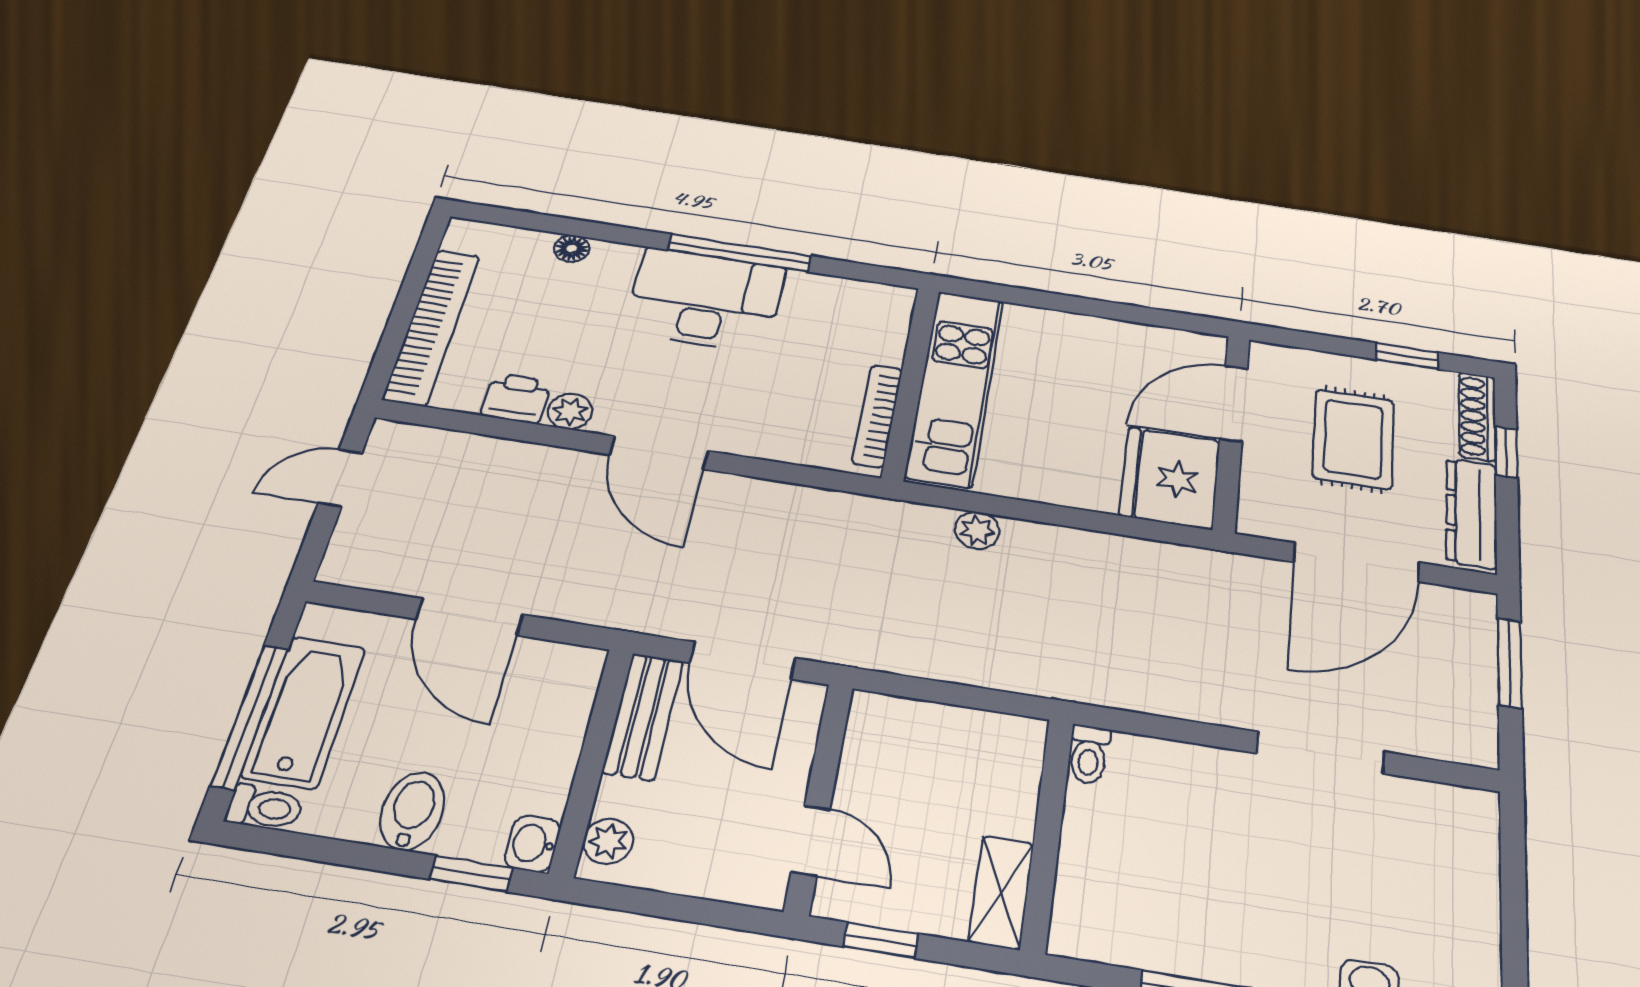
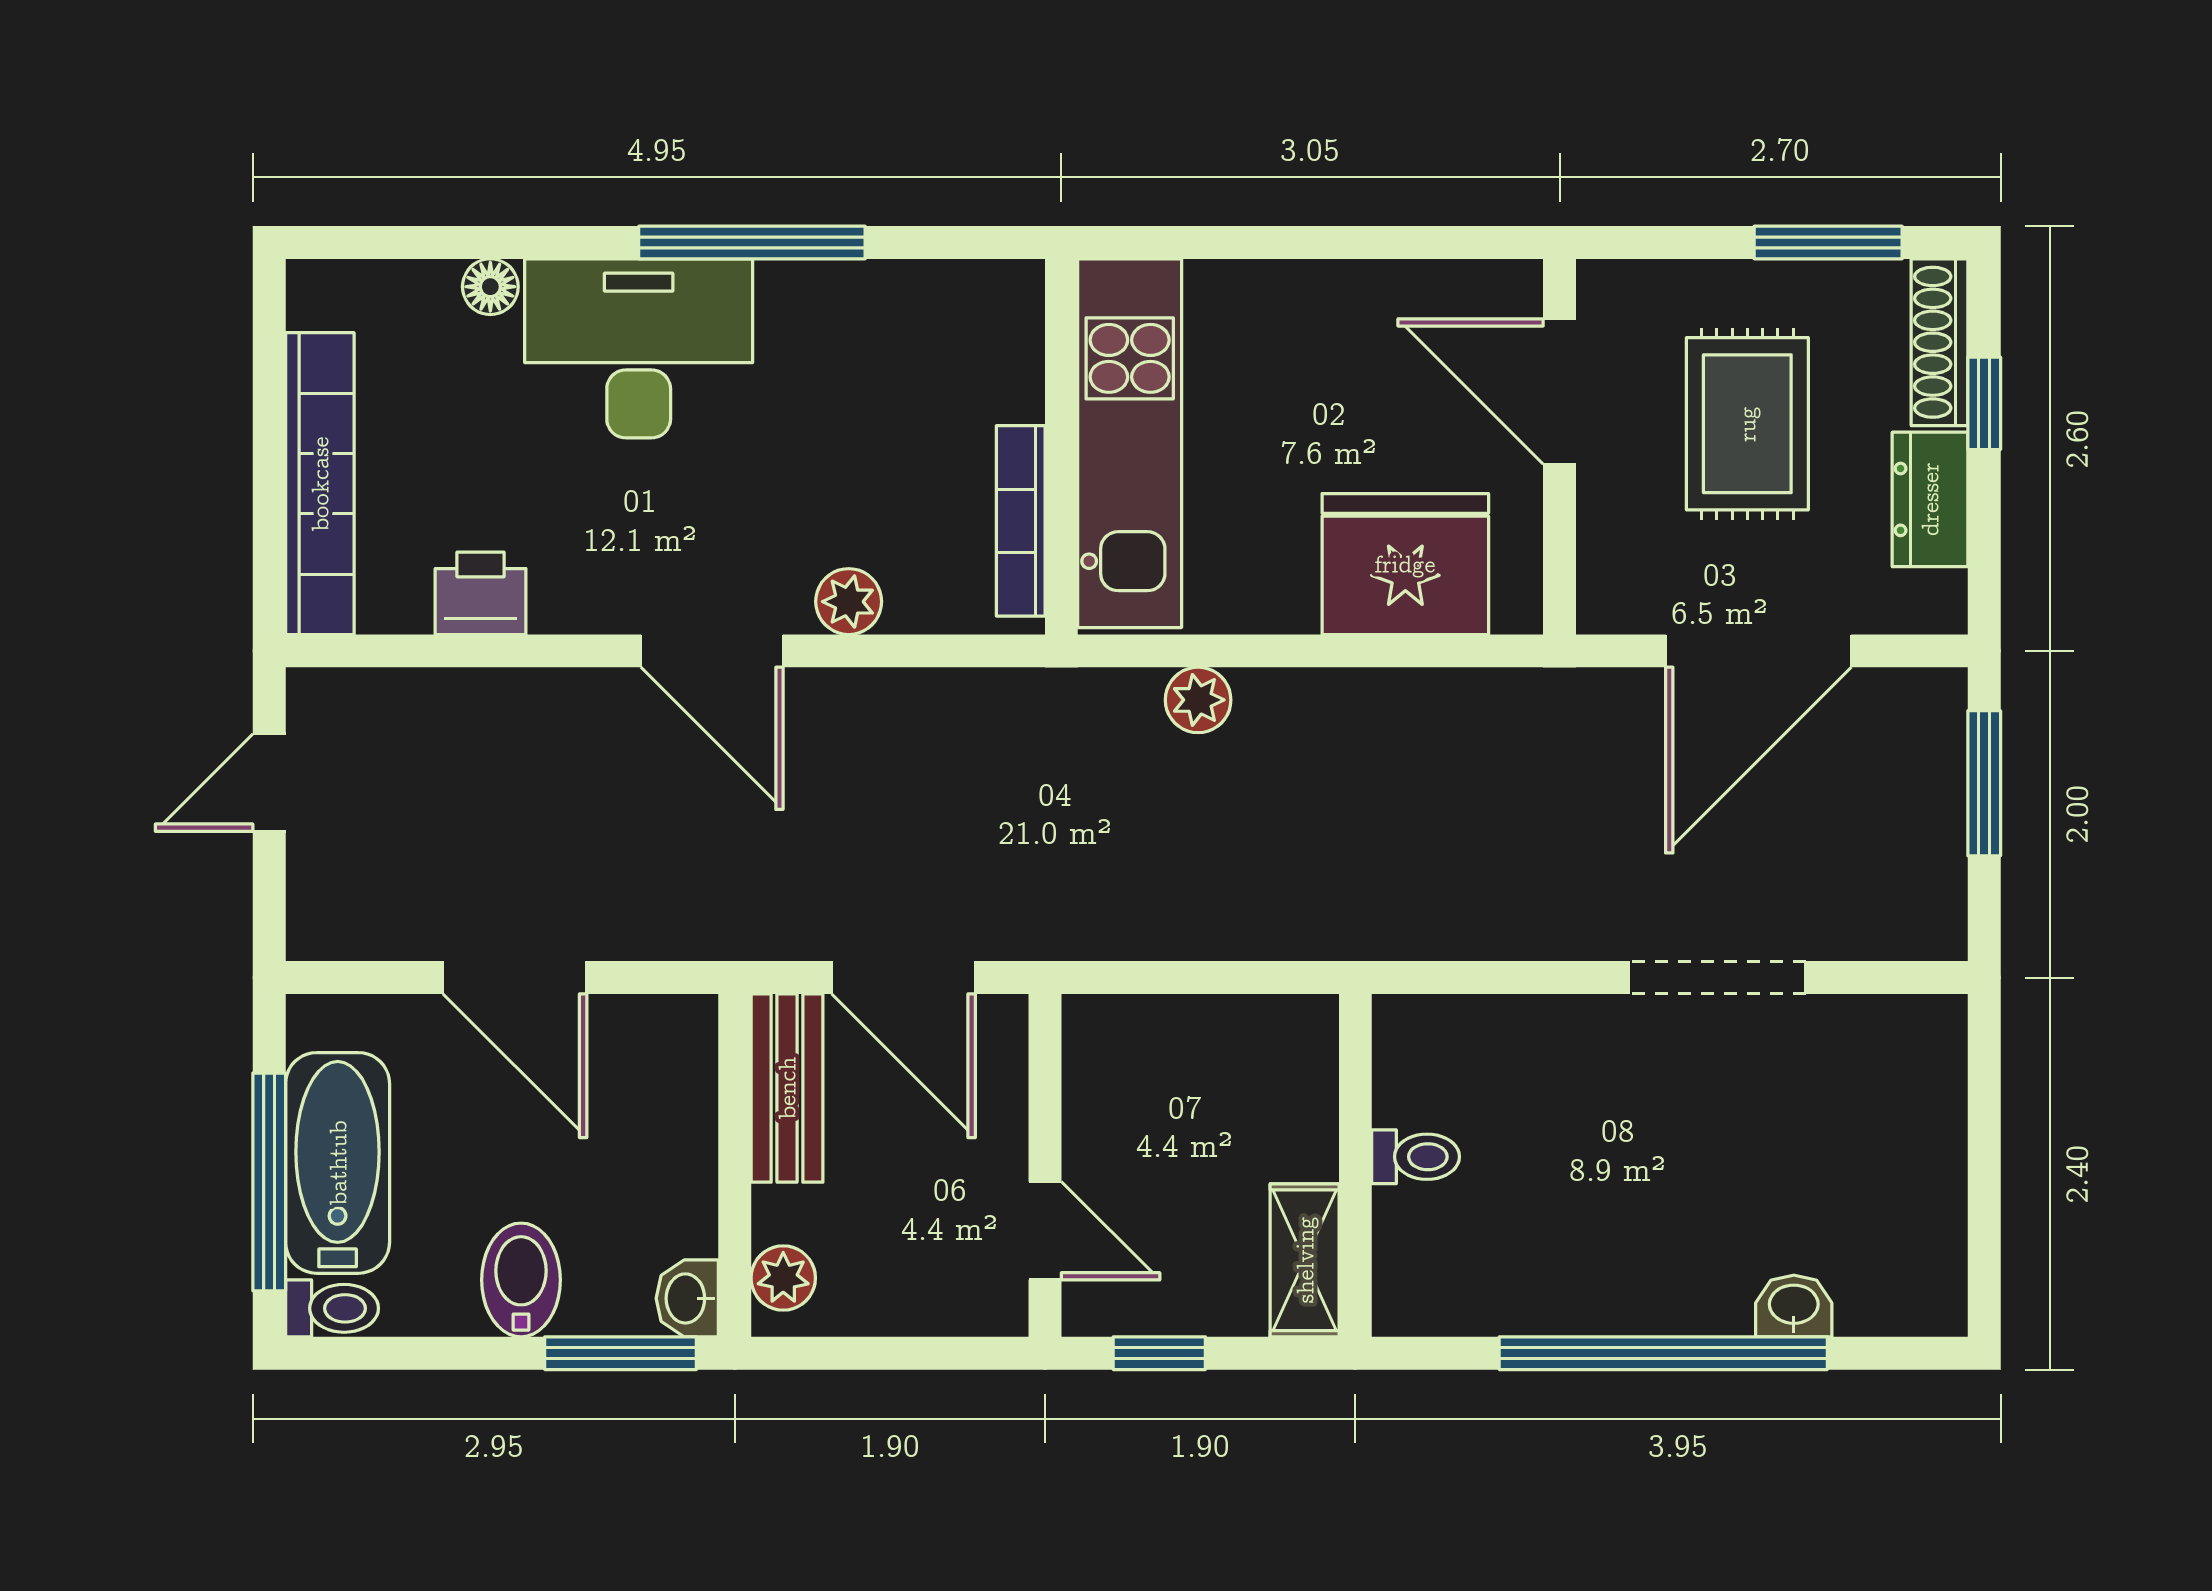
desk: (705, 300) -> (639, 348), moved
window: (1407, 356) -> (1828, 243), width x1.50
door: (1234, 404) -> (1560, 391), hinge flipped
plant: (570, 411) -> (849, 602), moved
fridge: (1170, 478) -> (1405, 564), moved, turned 90
dresser: (1472, 513) -> (1930, 499), width x0.70
toilet: (1089, 754) -> (1416, 1157), moved, turned -90
window: (471, 874) -> (621, 1353), width x1.50

